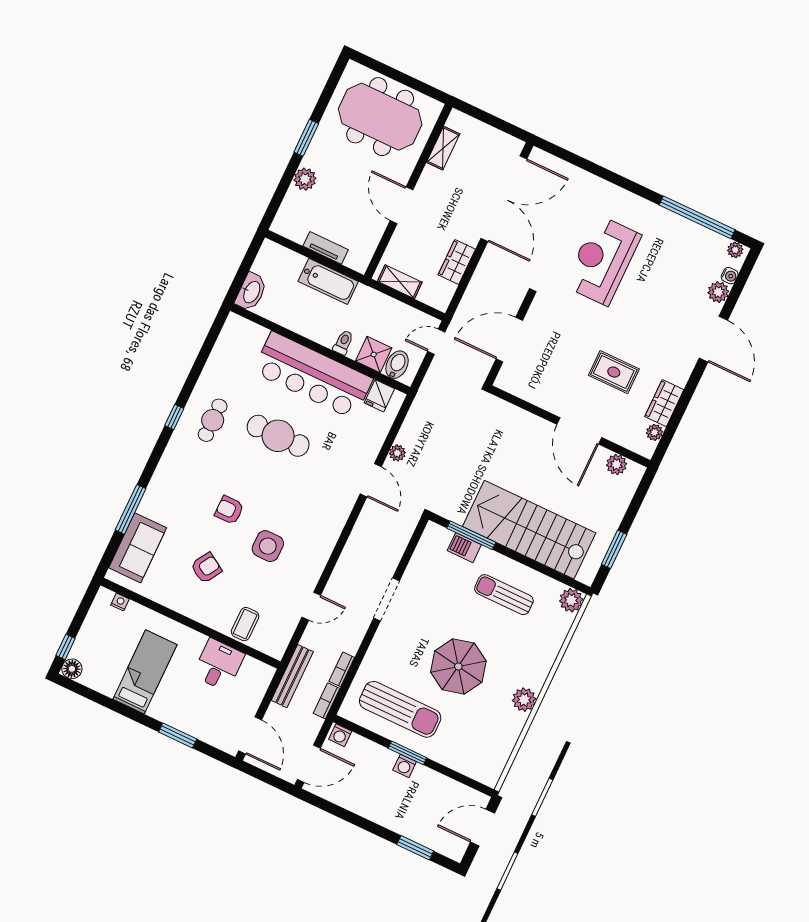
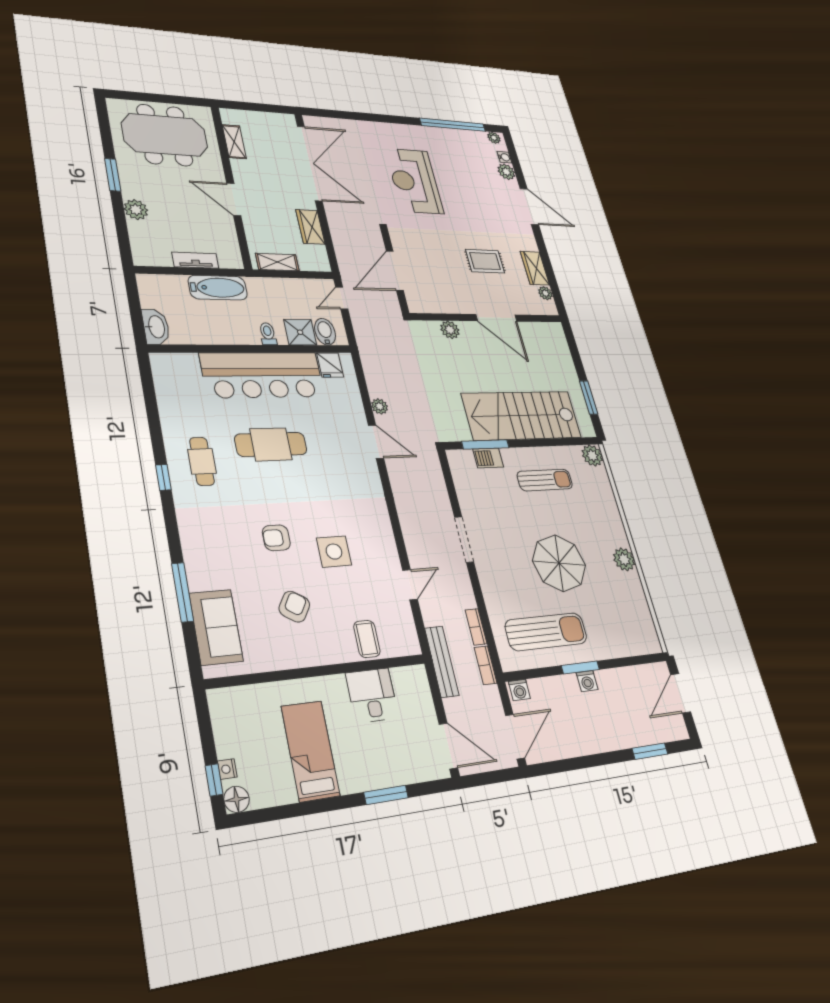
plant: (616, 464) -> (450, 330), moved
sun lounger: (504, 595) -> (545, 480), turned 180
nightstand: (120, 602) -> (227, 769), moved, turned -90

